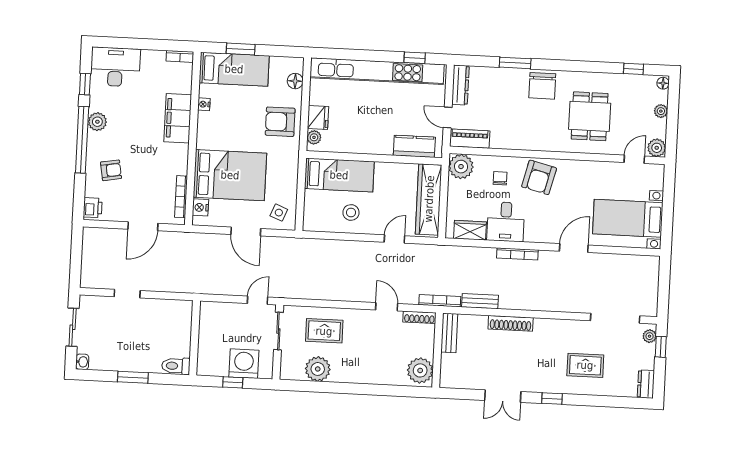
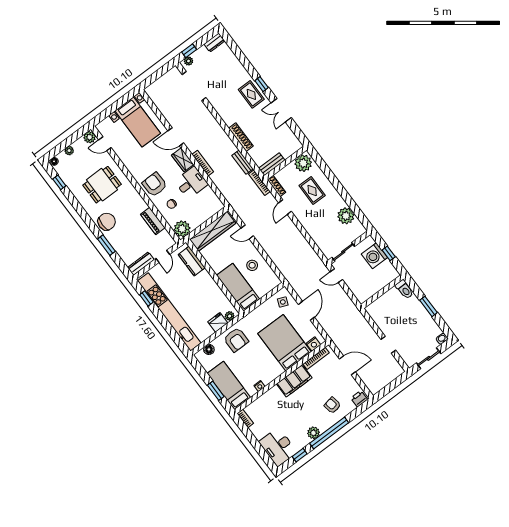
filing cabinet: (178, 118) -> (294, 381), moved
piano: (470, 139) -> (153, 221), moved
armchair: (539, 177) -> (155, 185), turned -105
wardrobe: (470, 230) -> (183, 160), moved
rug: (324, 331) -> (312, 190), moved
rug: (585, 365) -> (251, 94), moved
double door: (503, 396) -> (281, 110), swing flipped

